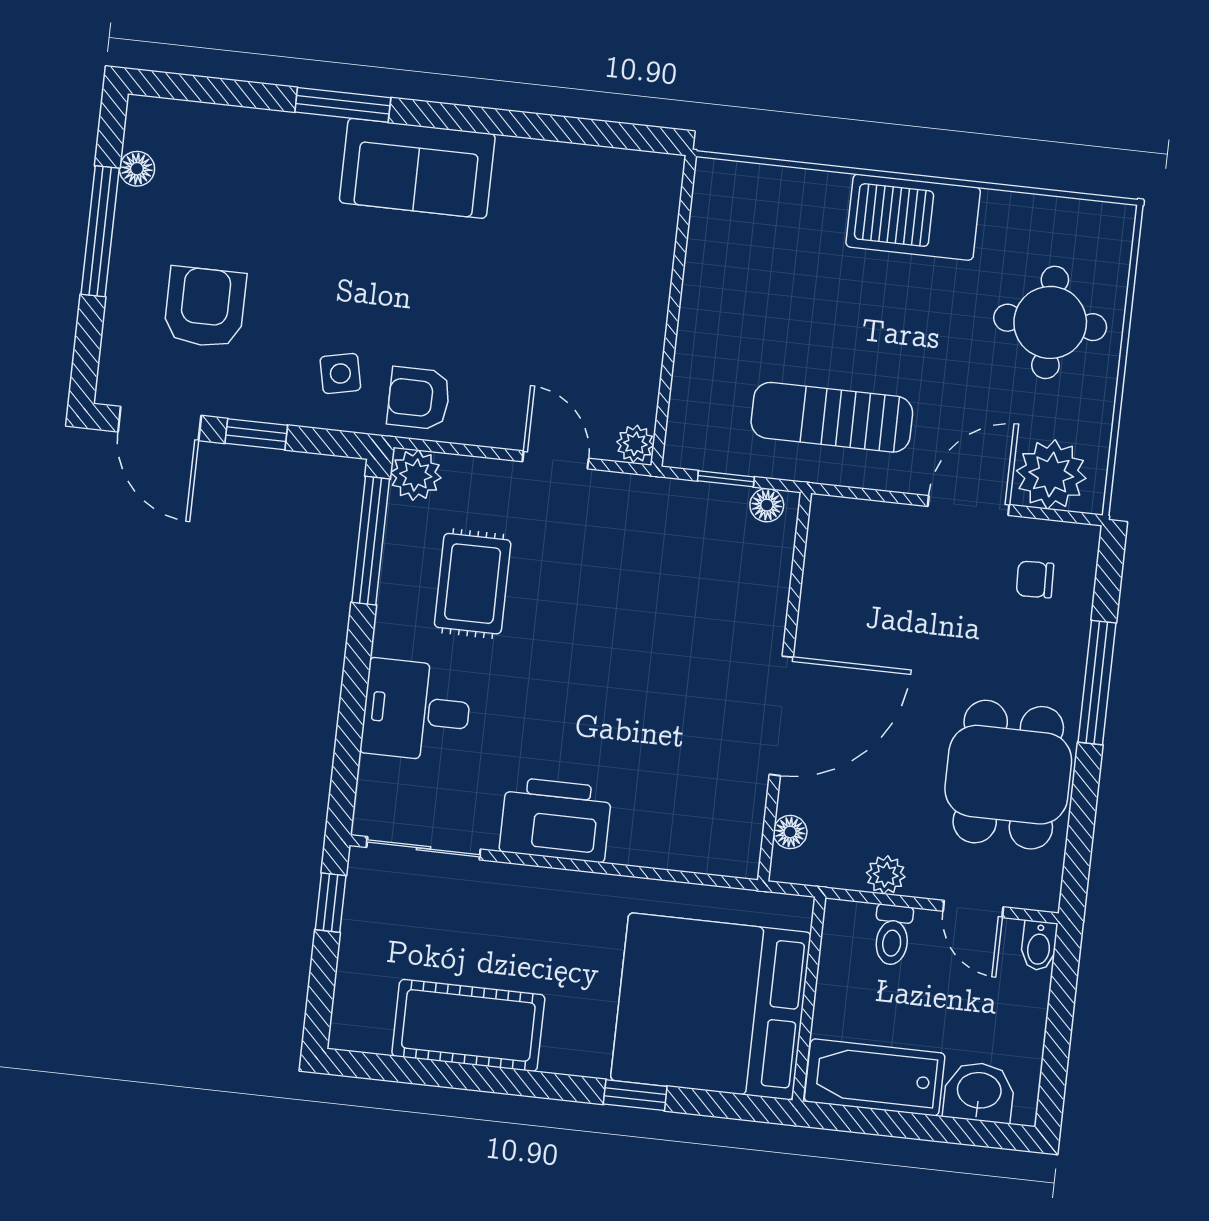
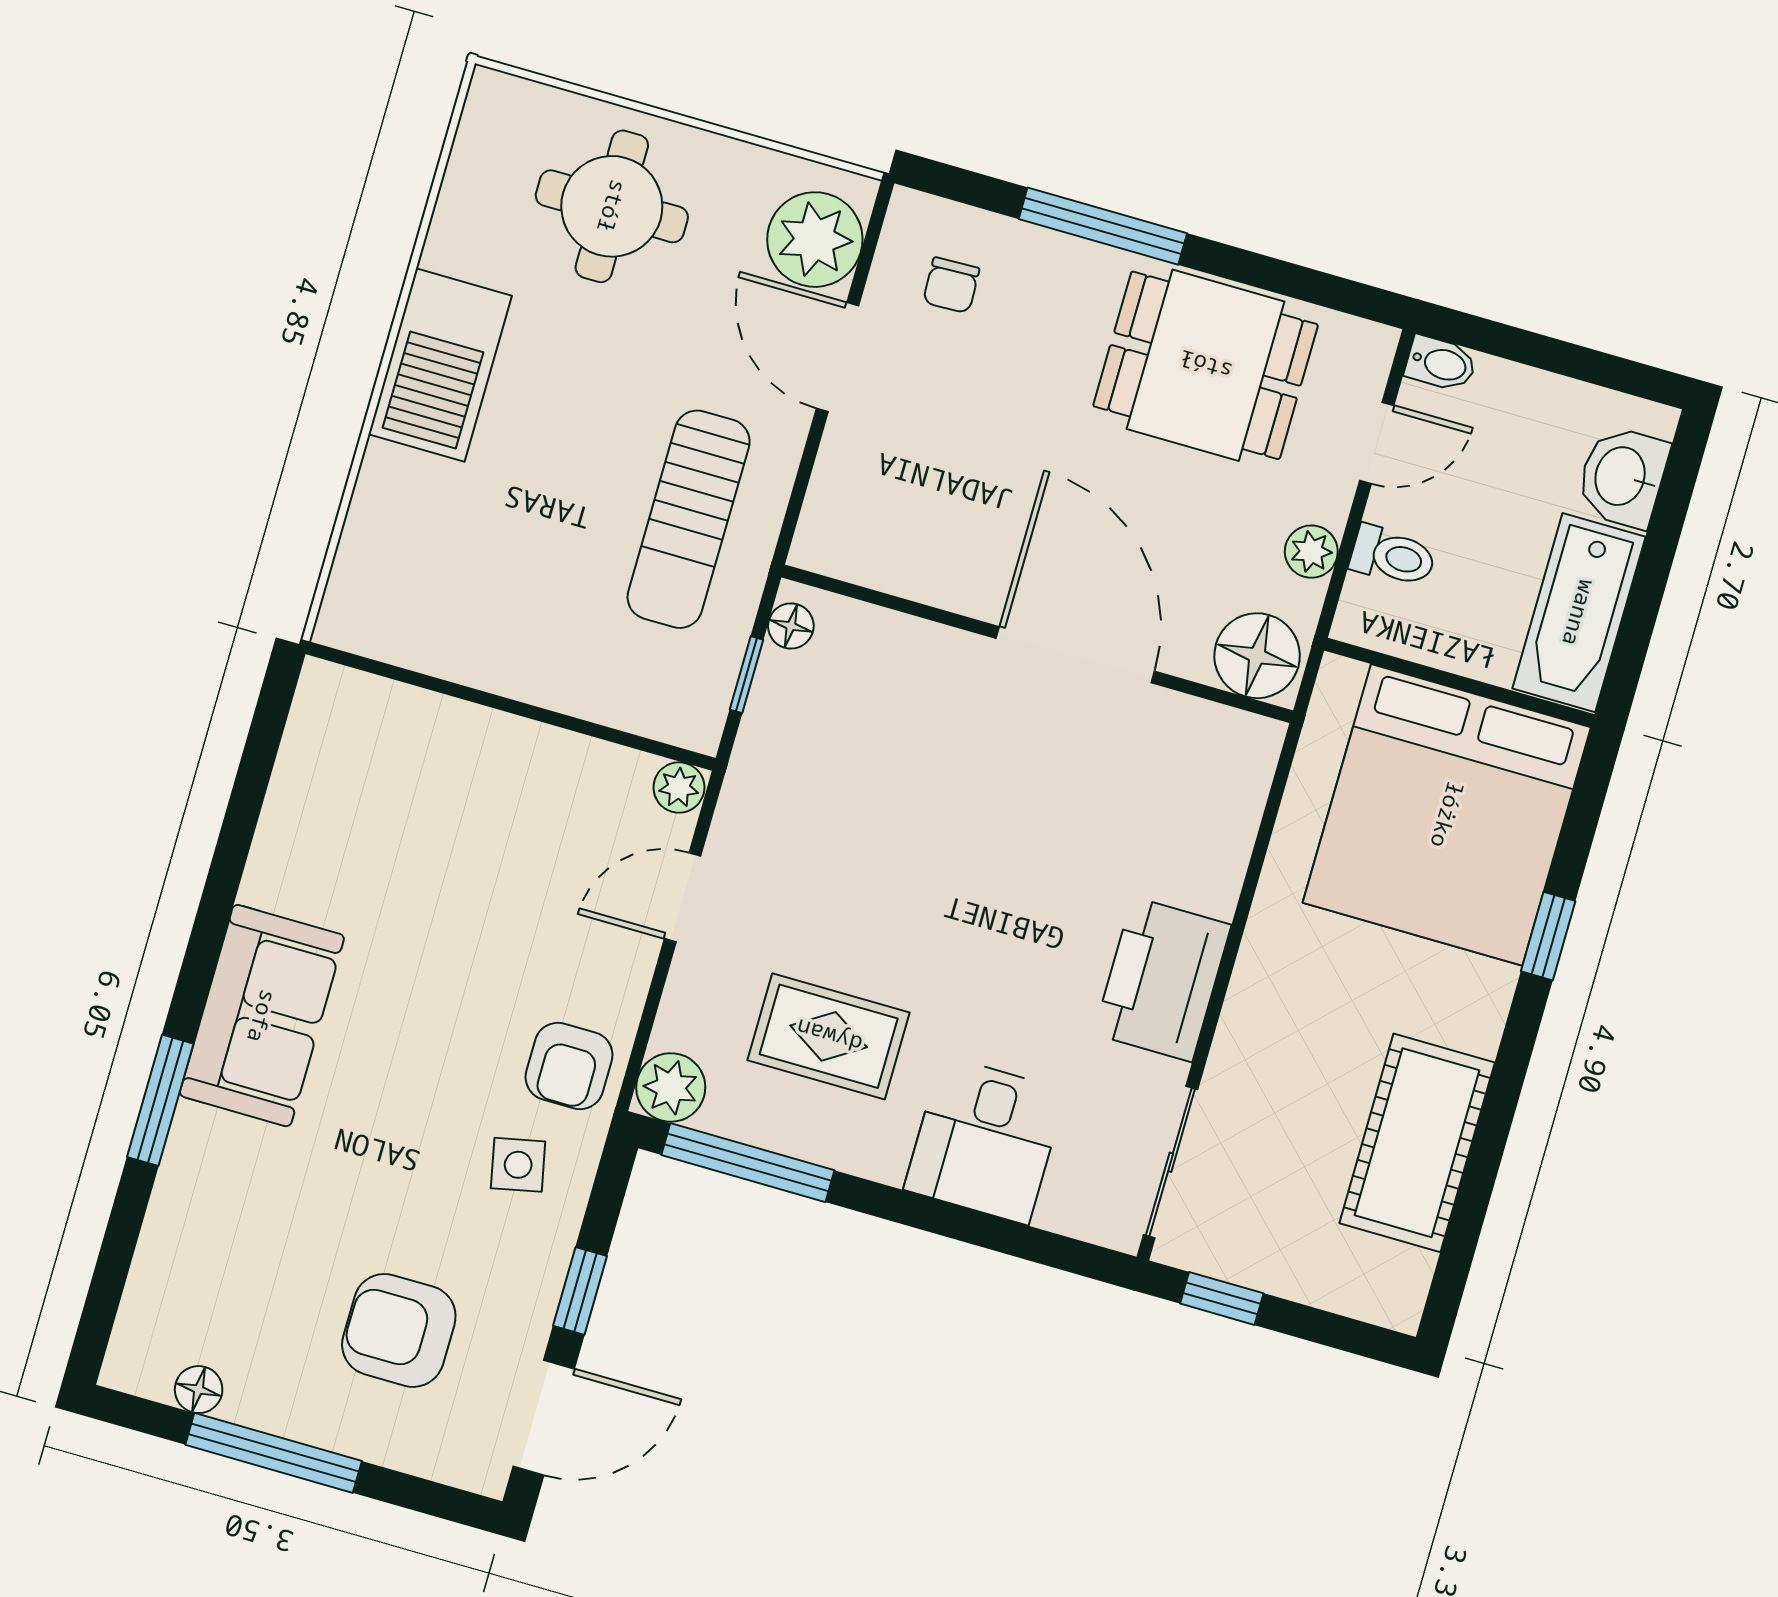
floor lamp: (790, 832) -> (1257, 656), width x1.89, depth x1.89

